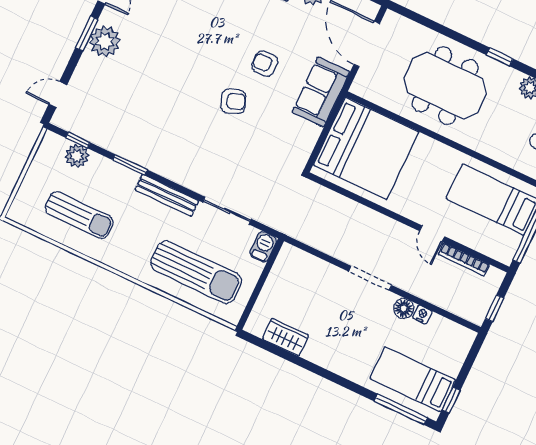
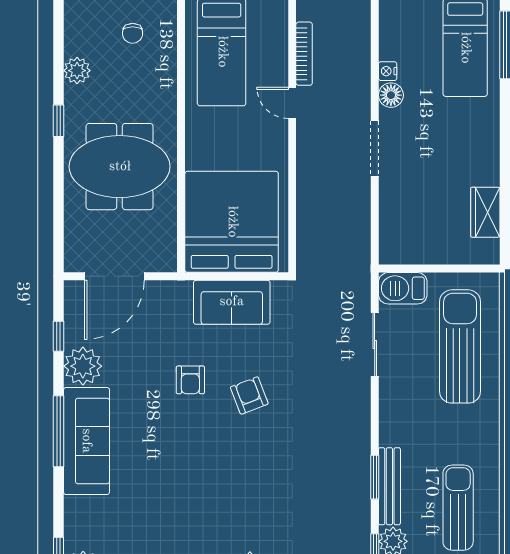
meeting table: (445, 86) -> (120, 167), turned 90
sofa: (321, 92) -> (232, 302), moved
bench: (167, 195) -> (389, 486), moved
door: (432, 234) -> (292, 103), swing flipped
barbecue: (263, 247) -> (403, 288), width x1.38, depth x1.27

